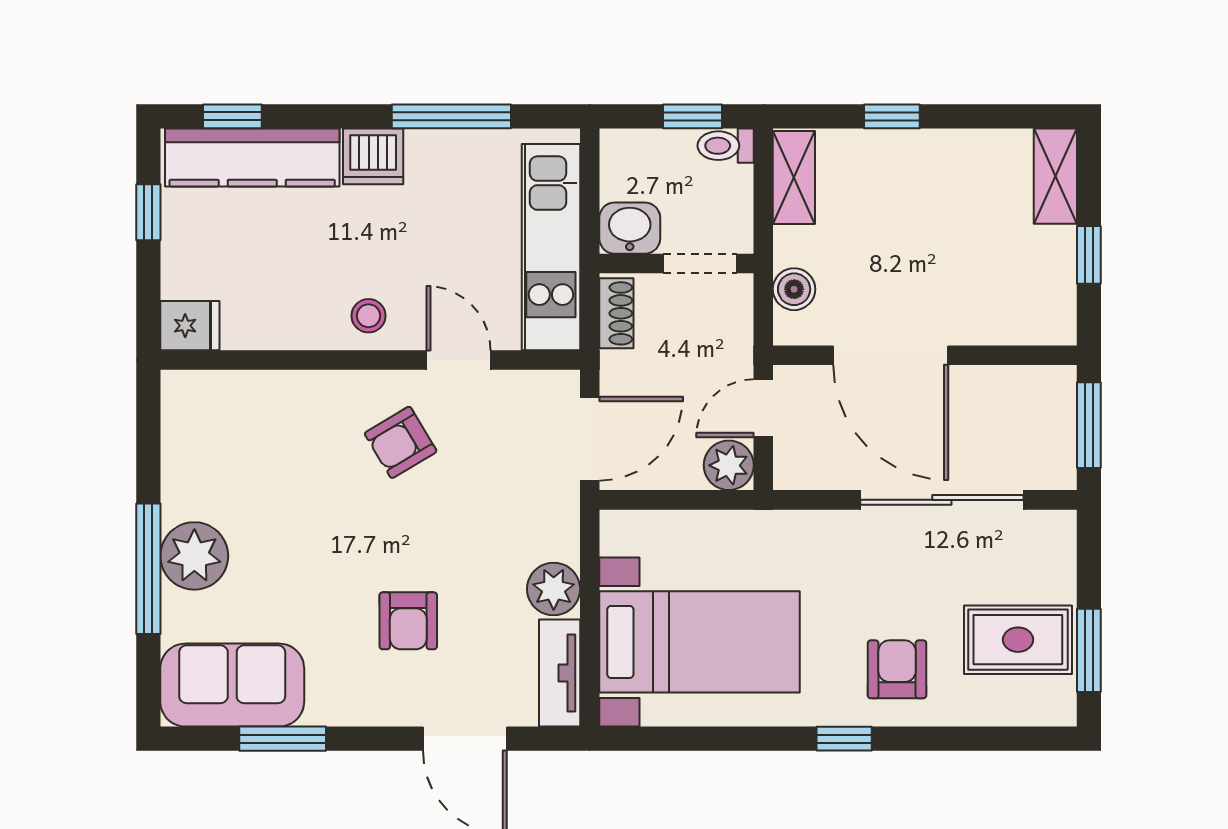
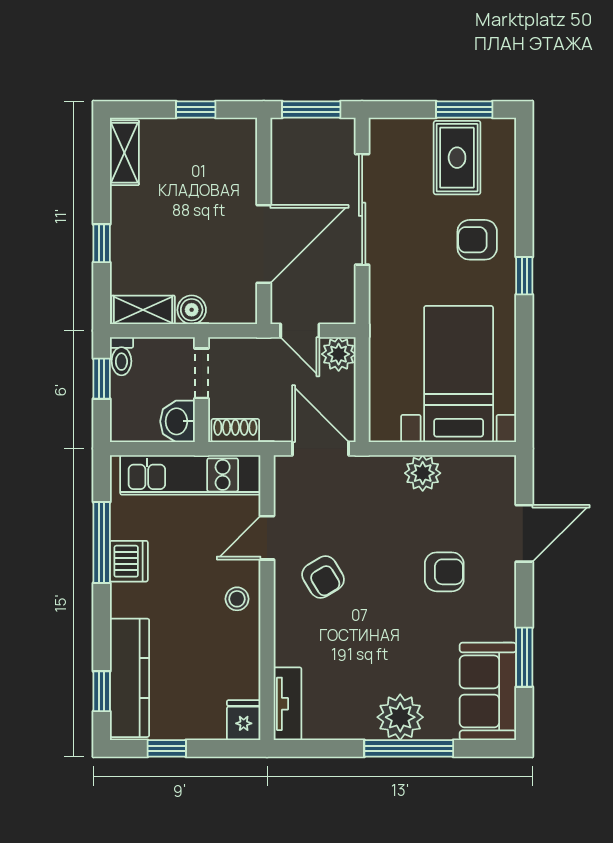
dishwasher: (373, 156) -> (129, 561), moved
shelving: (1055, 176) -> (124, 153), moved, turned 90
boiler: (794, 289) -> (192, 310), moved
tv unit: (560, 673) -> (288, 704), moved, turned -90

